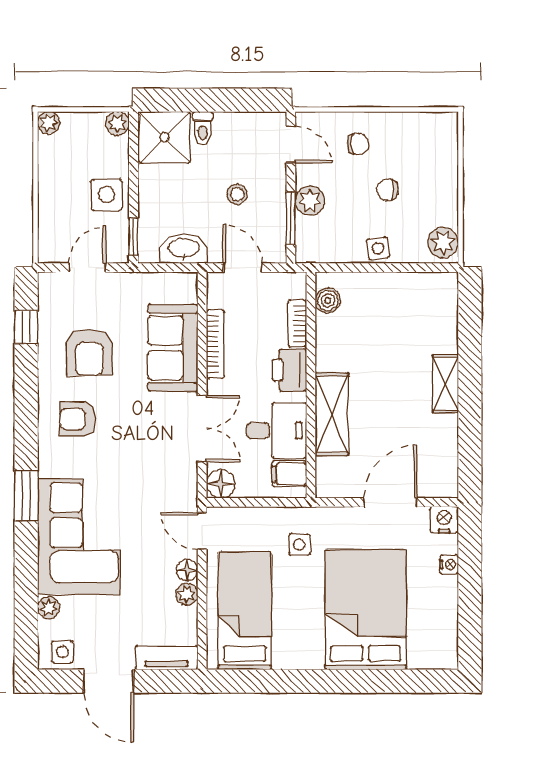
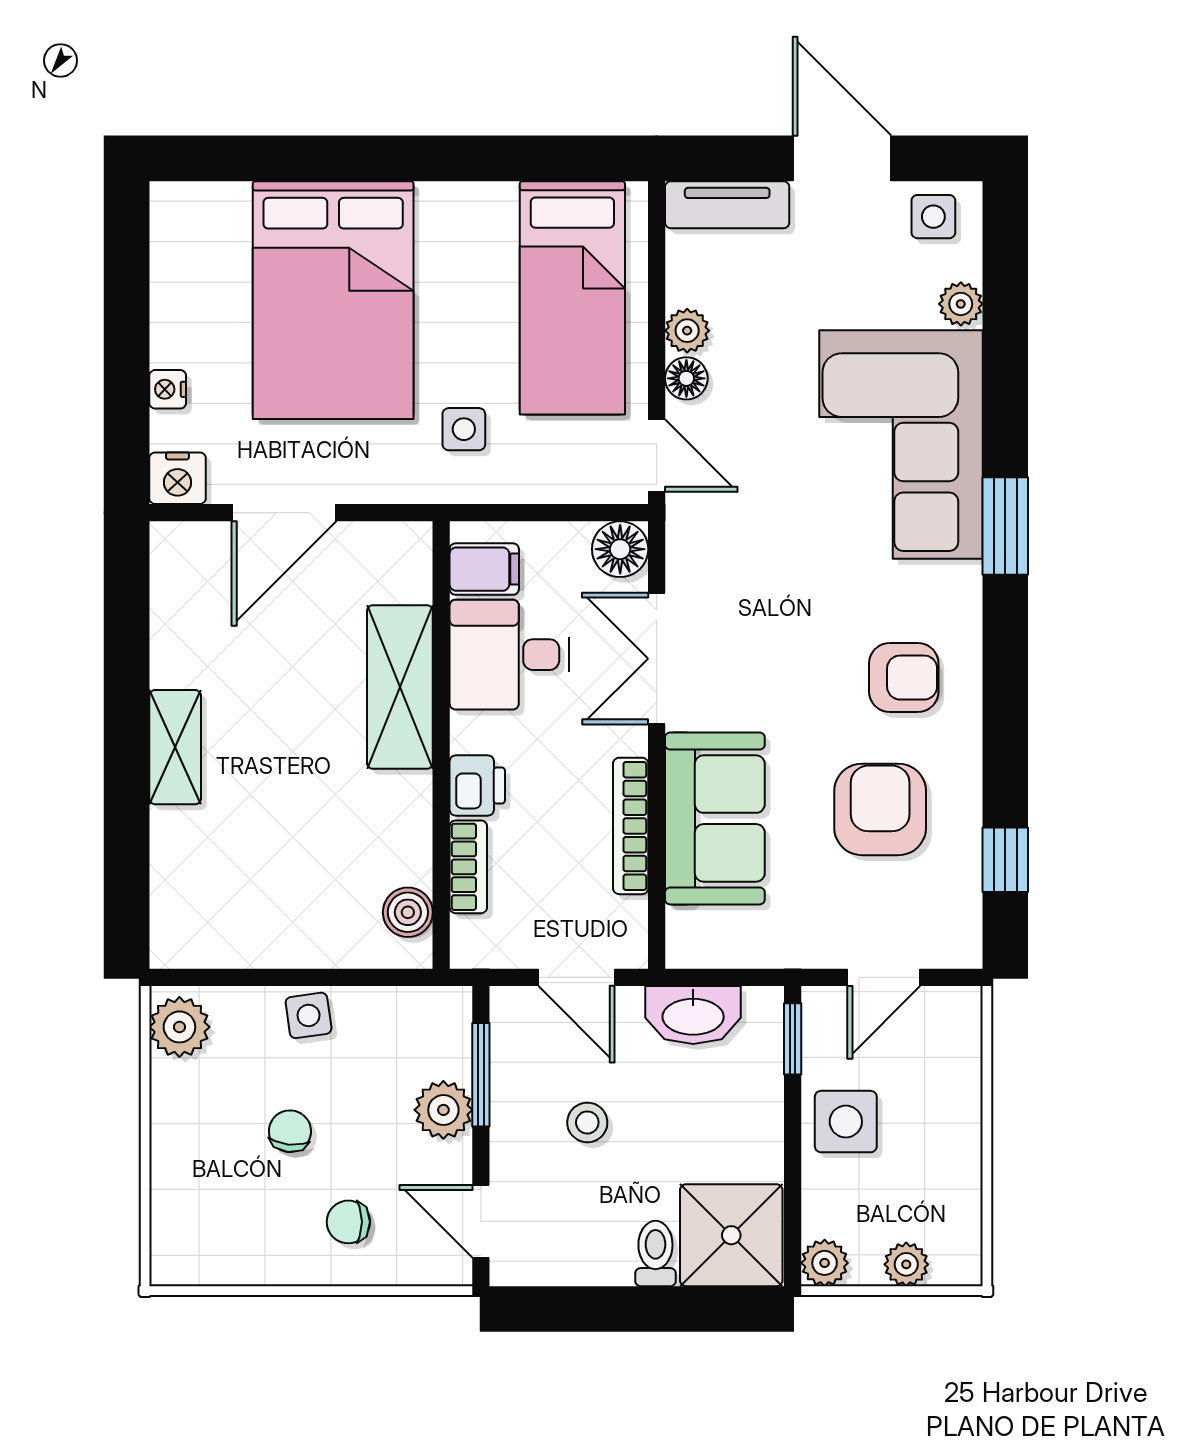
plant: (49, 123) -> (906, 1264), moved
chair: (387, 190) -> (290, 1131), turned -84
printer: (289, 370) -> (477, 786), width x0.73, depth x0.81

